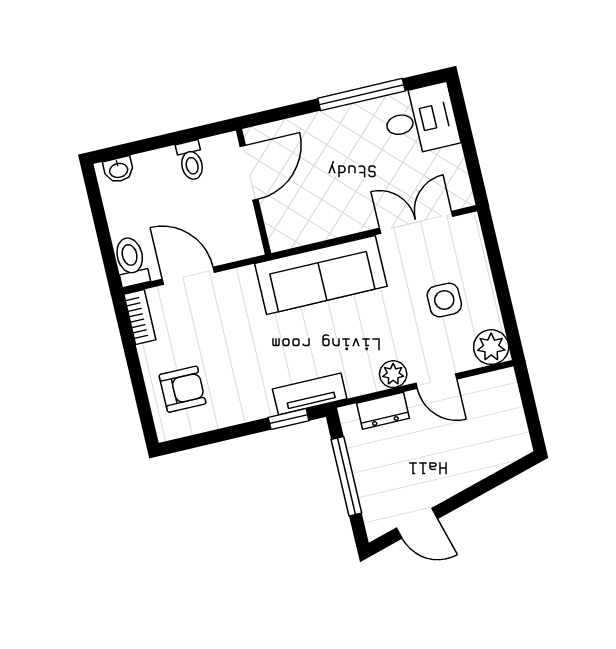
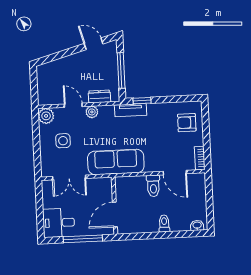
door: (249, 173) -> (115, 214), moved
wall: (254, 192) -> (114, 206), moved
toilet: (131, 261) -> (153, 186), moved

